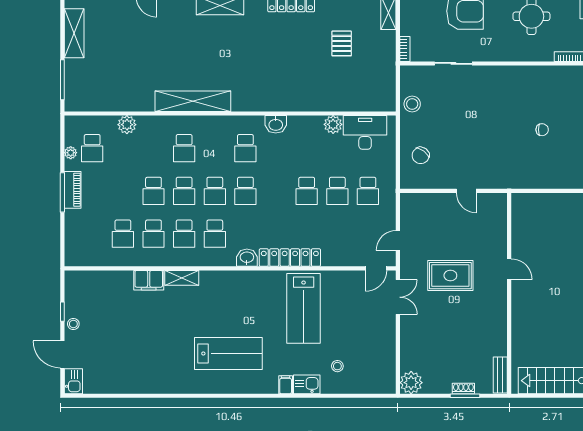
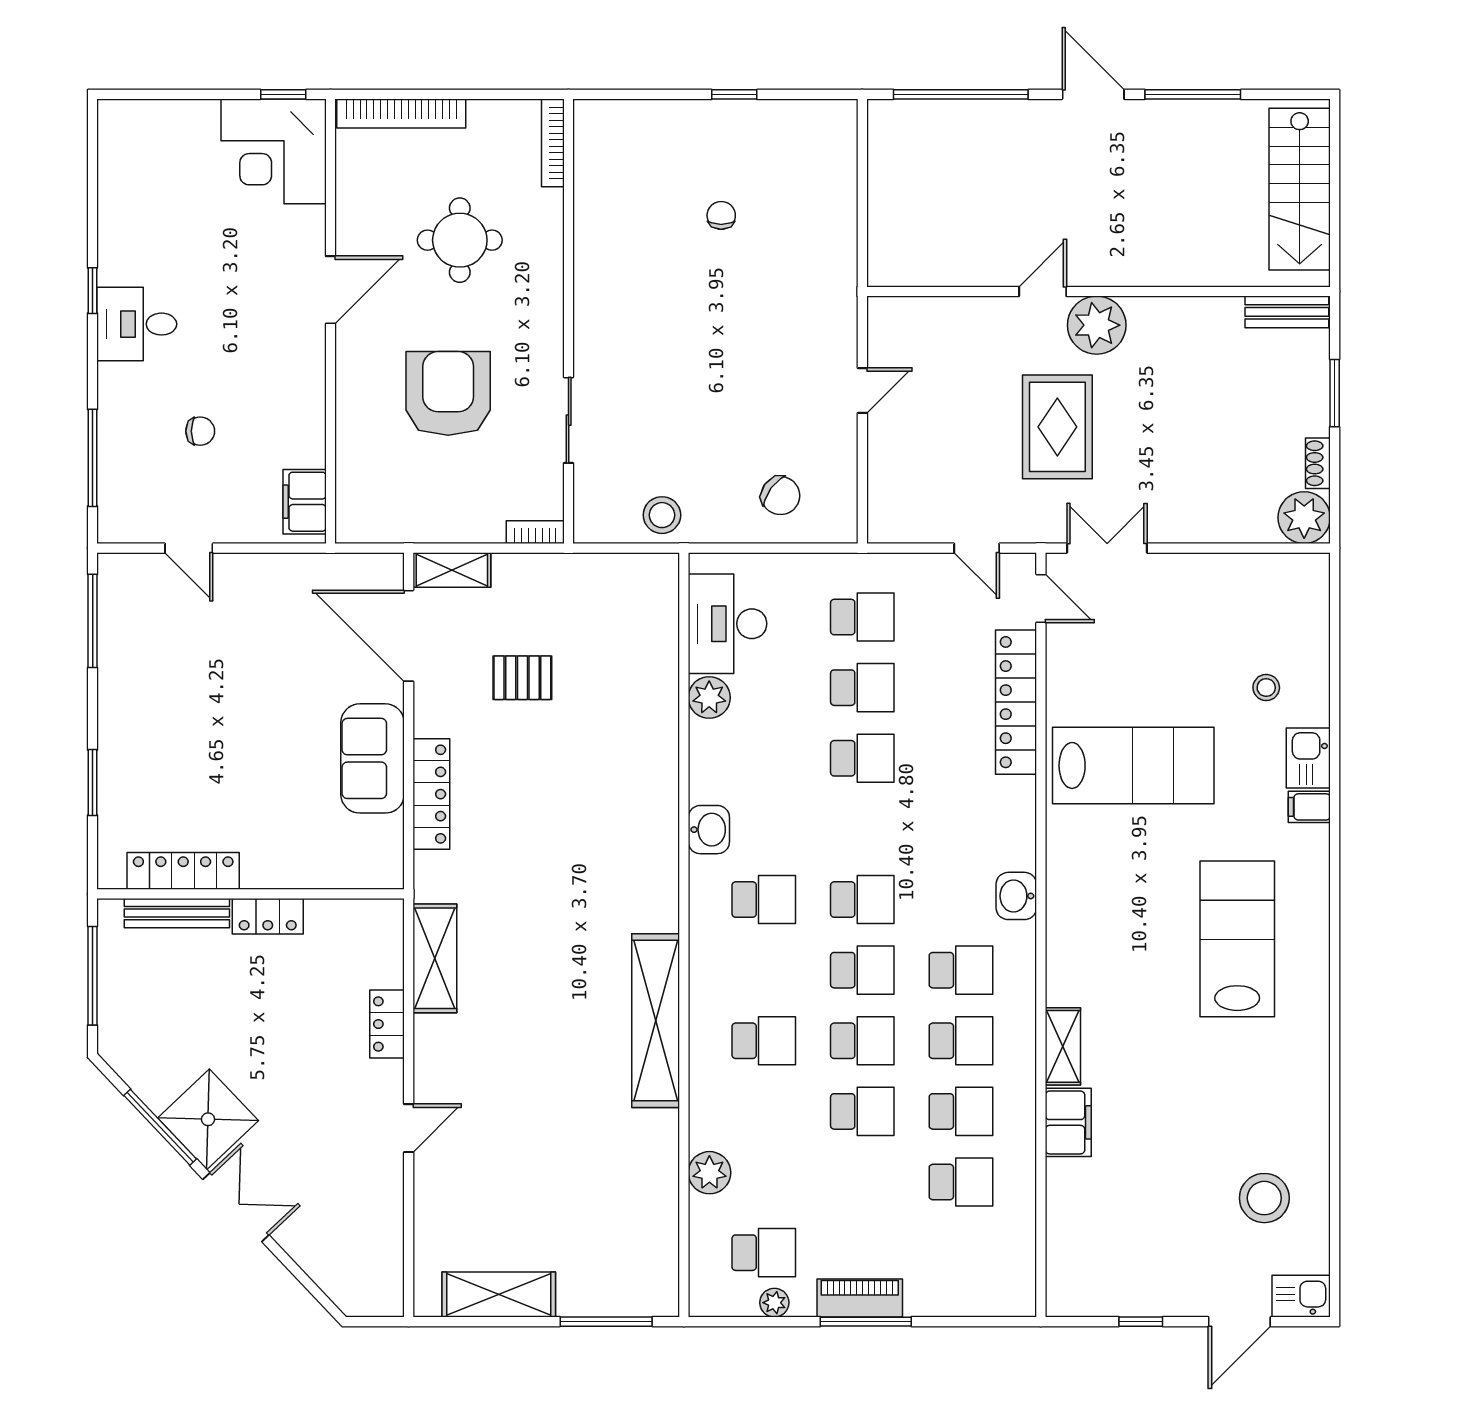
locker: (290, 258) -> (1016, 702), moved
plant: (495, 293) -> (1097, 325), added
stool: (73, 324) -> (1264, 1198), moved, width x1.89, depth x1.89
shoe rack: (463, 389) -> (1318, 463), moved

